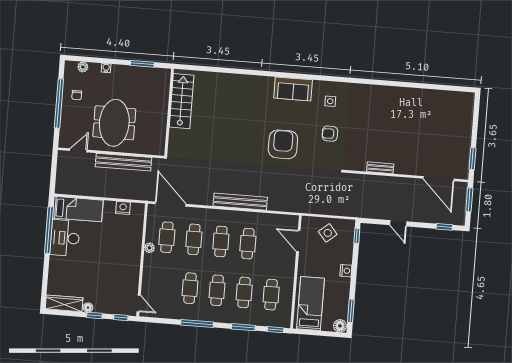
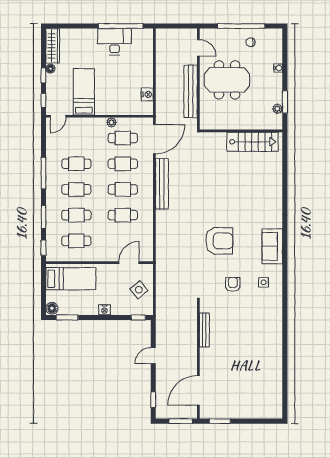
plant: (83, 67) -> (277, 109), moved
bench: (380, 168) -> (204, 330), width x1.36
bench: (240, 202) -> (162, 184), moved
bed: (78, 209) -> (84, 92), moved, turned 180

